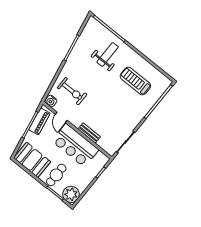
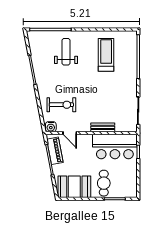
treadmill: (135, 81) -> (106, 55), turned 90
bar counter: (75, 145) -> (115, 147), moved
plant: (71, 194) -> (129, 189), removed

